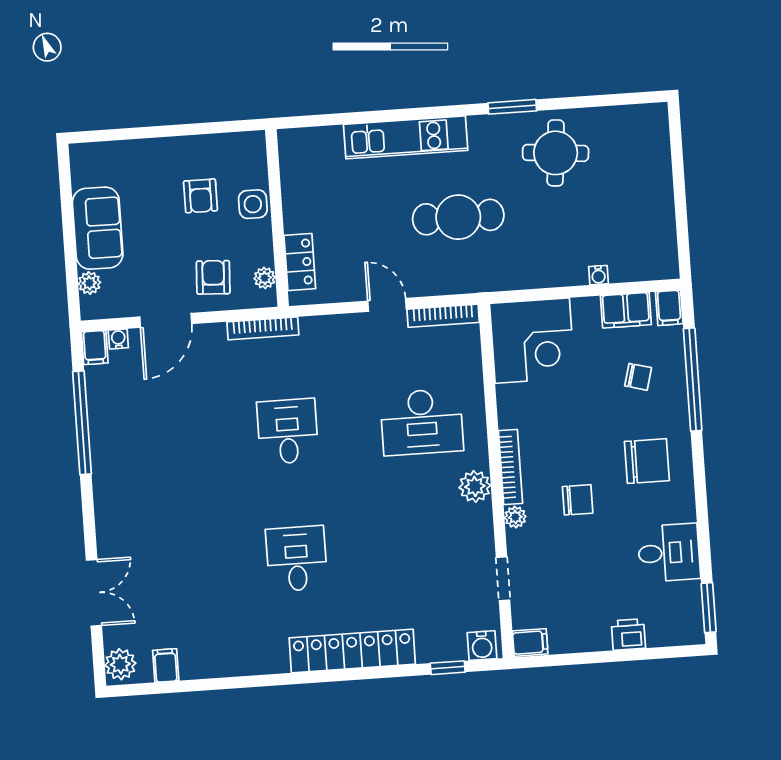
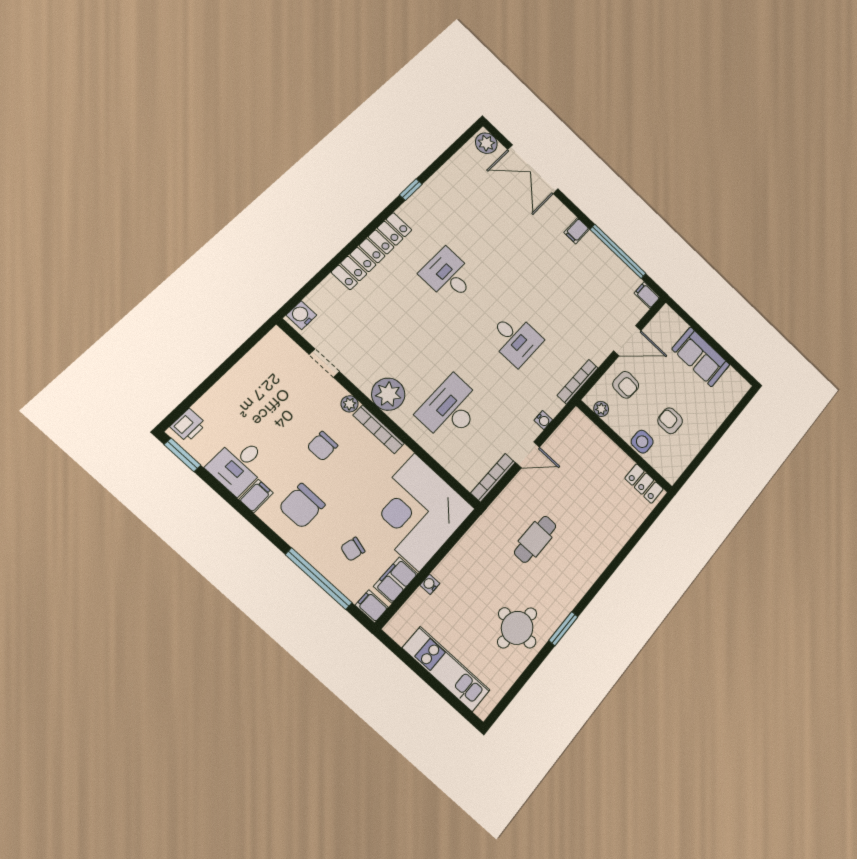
kitchen unit: (406, 137) -> (446, 669), moved, turned 90
cafe table: (458, 217) -> (535, 539), width x0.73, depth x0.74
locker: (300, 262) -> (644, 484), moved
plant: (89, 283) -> (679, 326), removed
door: (166, 320) -> (627, 341), swing flipped
water cooler: (118, 339) -> (543, 420), moved
corner desk: (532, 341) -> (417, 512), width x1.36, depth x1.36
plant: (475, 486) -> (388, 394), width x1.36, depth x1.36
desk: (297, 559) -> (448, 275), turned 180
double door: (94, 593) -> (533, 169), width x1.37
printer: (628, 634) -> (188, 425), moved
filing cabinet: (530, 642) -> (256, 496), moved, turned 180
filing cabinet: (166, 665) -> (577, 231), moved, turned 90
window: (448, 668) -> (411, 190), moved

